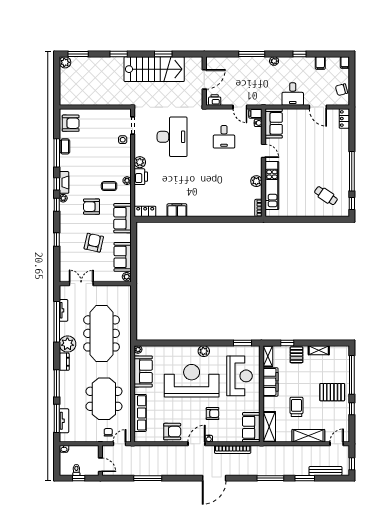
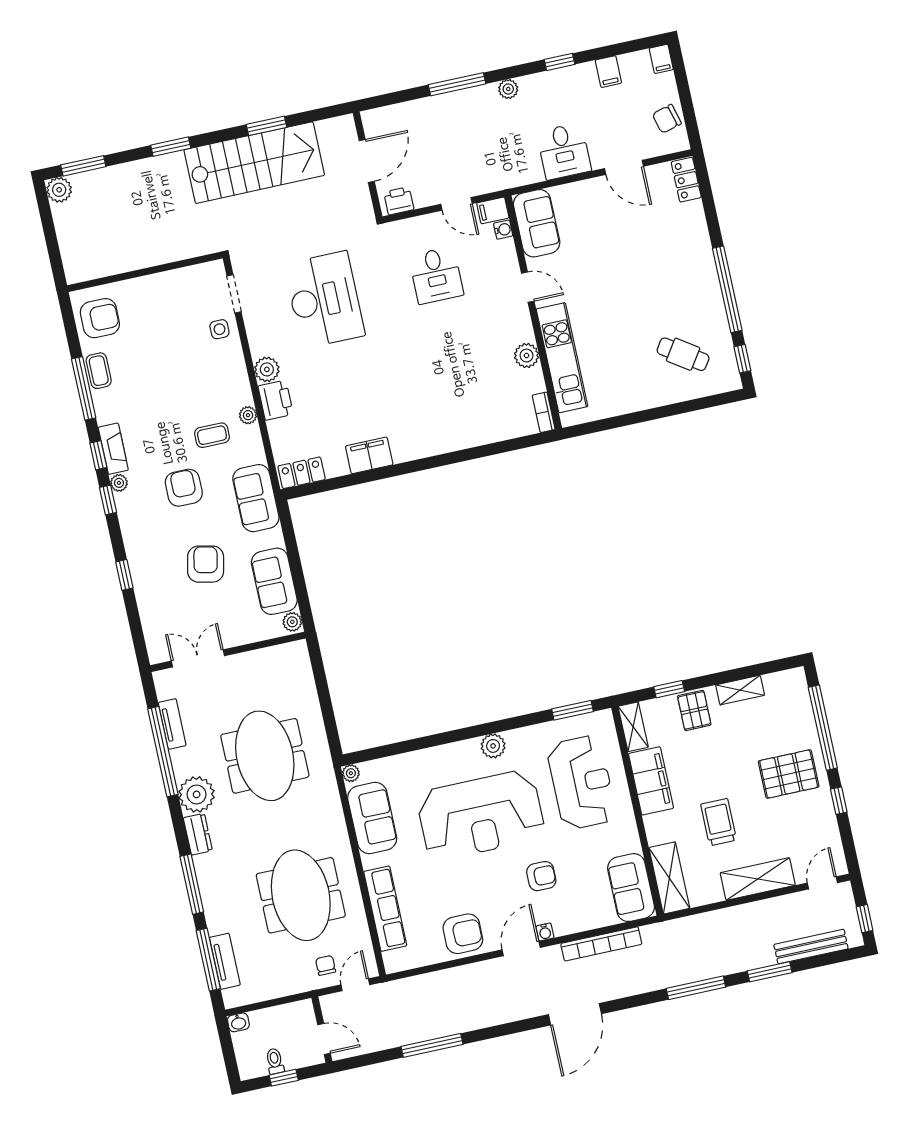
armchair: (91, 207) -> (184, 488), turned 90
meeting table: (102, 333) -> (265, 756), width x0.73
reception desk: (192, 381) -> (481, 815), turned 180

